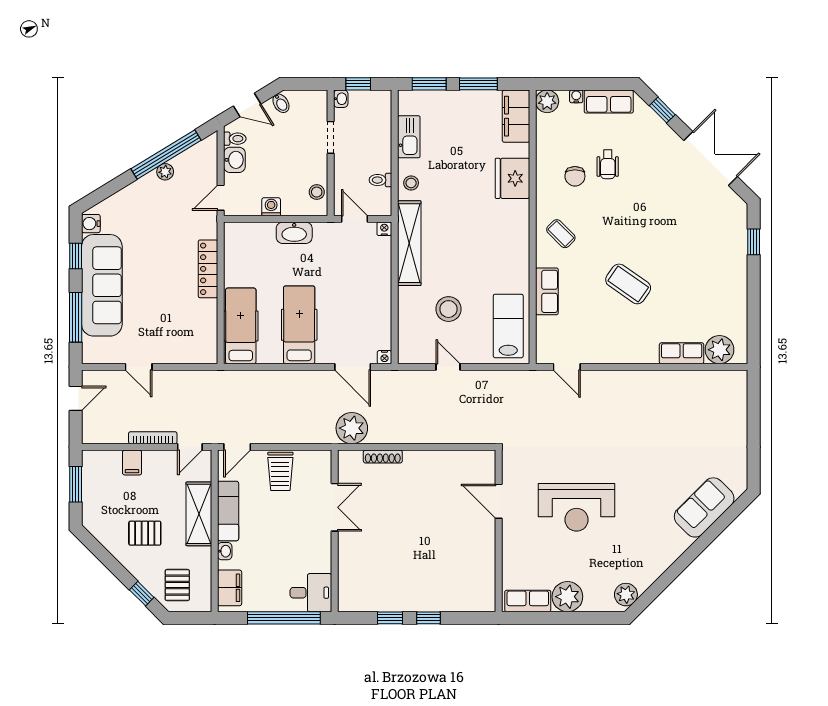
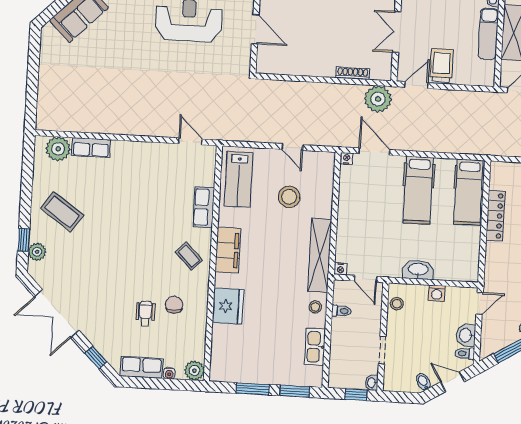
filing cabinet: (516, 116) -> (228, 250), moved
plant: (737, 229) -> (37, 252), added
locker: (208, 269) -> (495, 216), moved
coffee table: (628, 284) -> (62, 212), moved
door: (237, 447) -> (416, 85), moved

